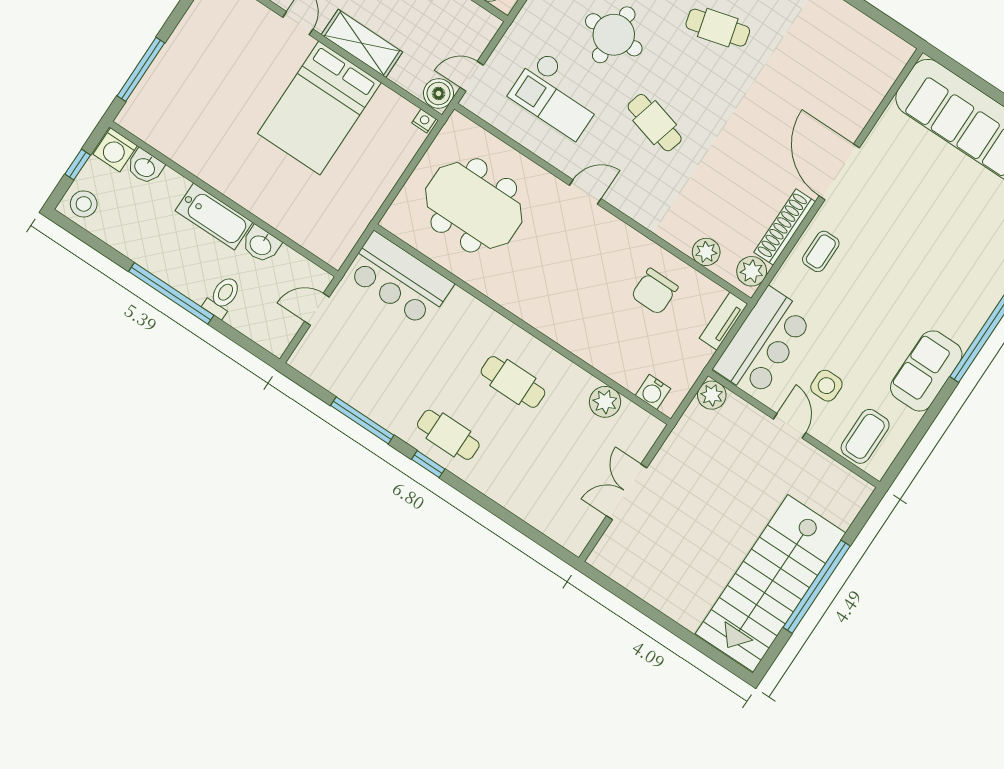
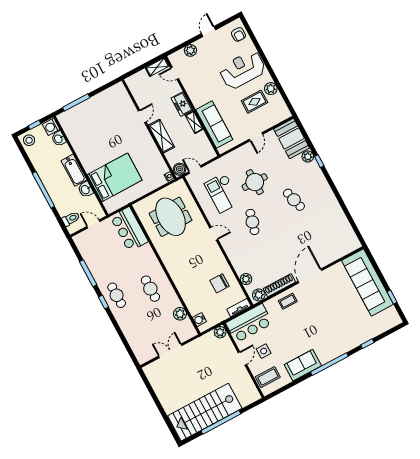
bed: (319, 108) -> (115, 177), moved, turned 180
toilet: (222, 297) -> (71, 219), moved

